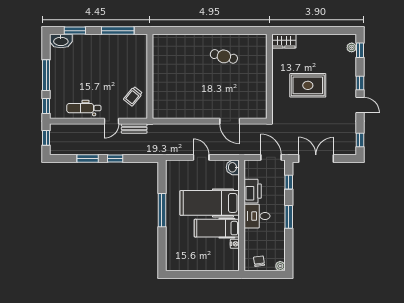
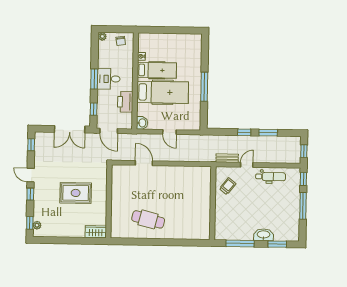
washbasin: (61, 41) -> (264, 235), moved
cafe table: (224, 56) -> (148, 219), width x1.37, depth x1.35
desk: (257, 216) -> (109, 79), moved, turned 180

